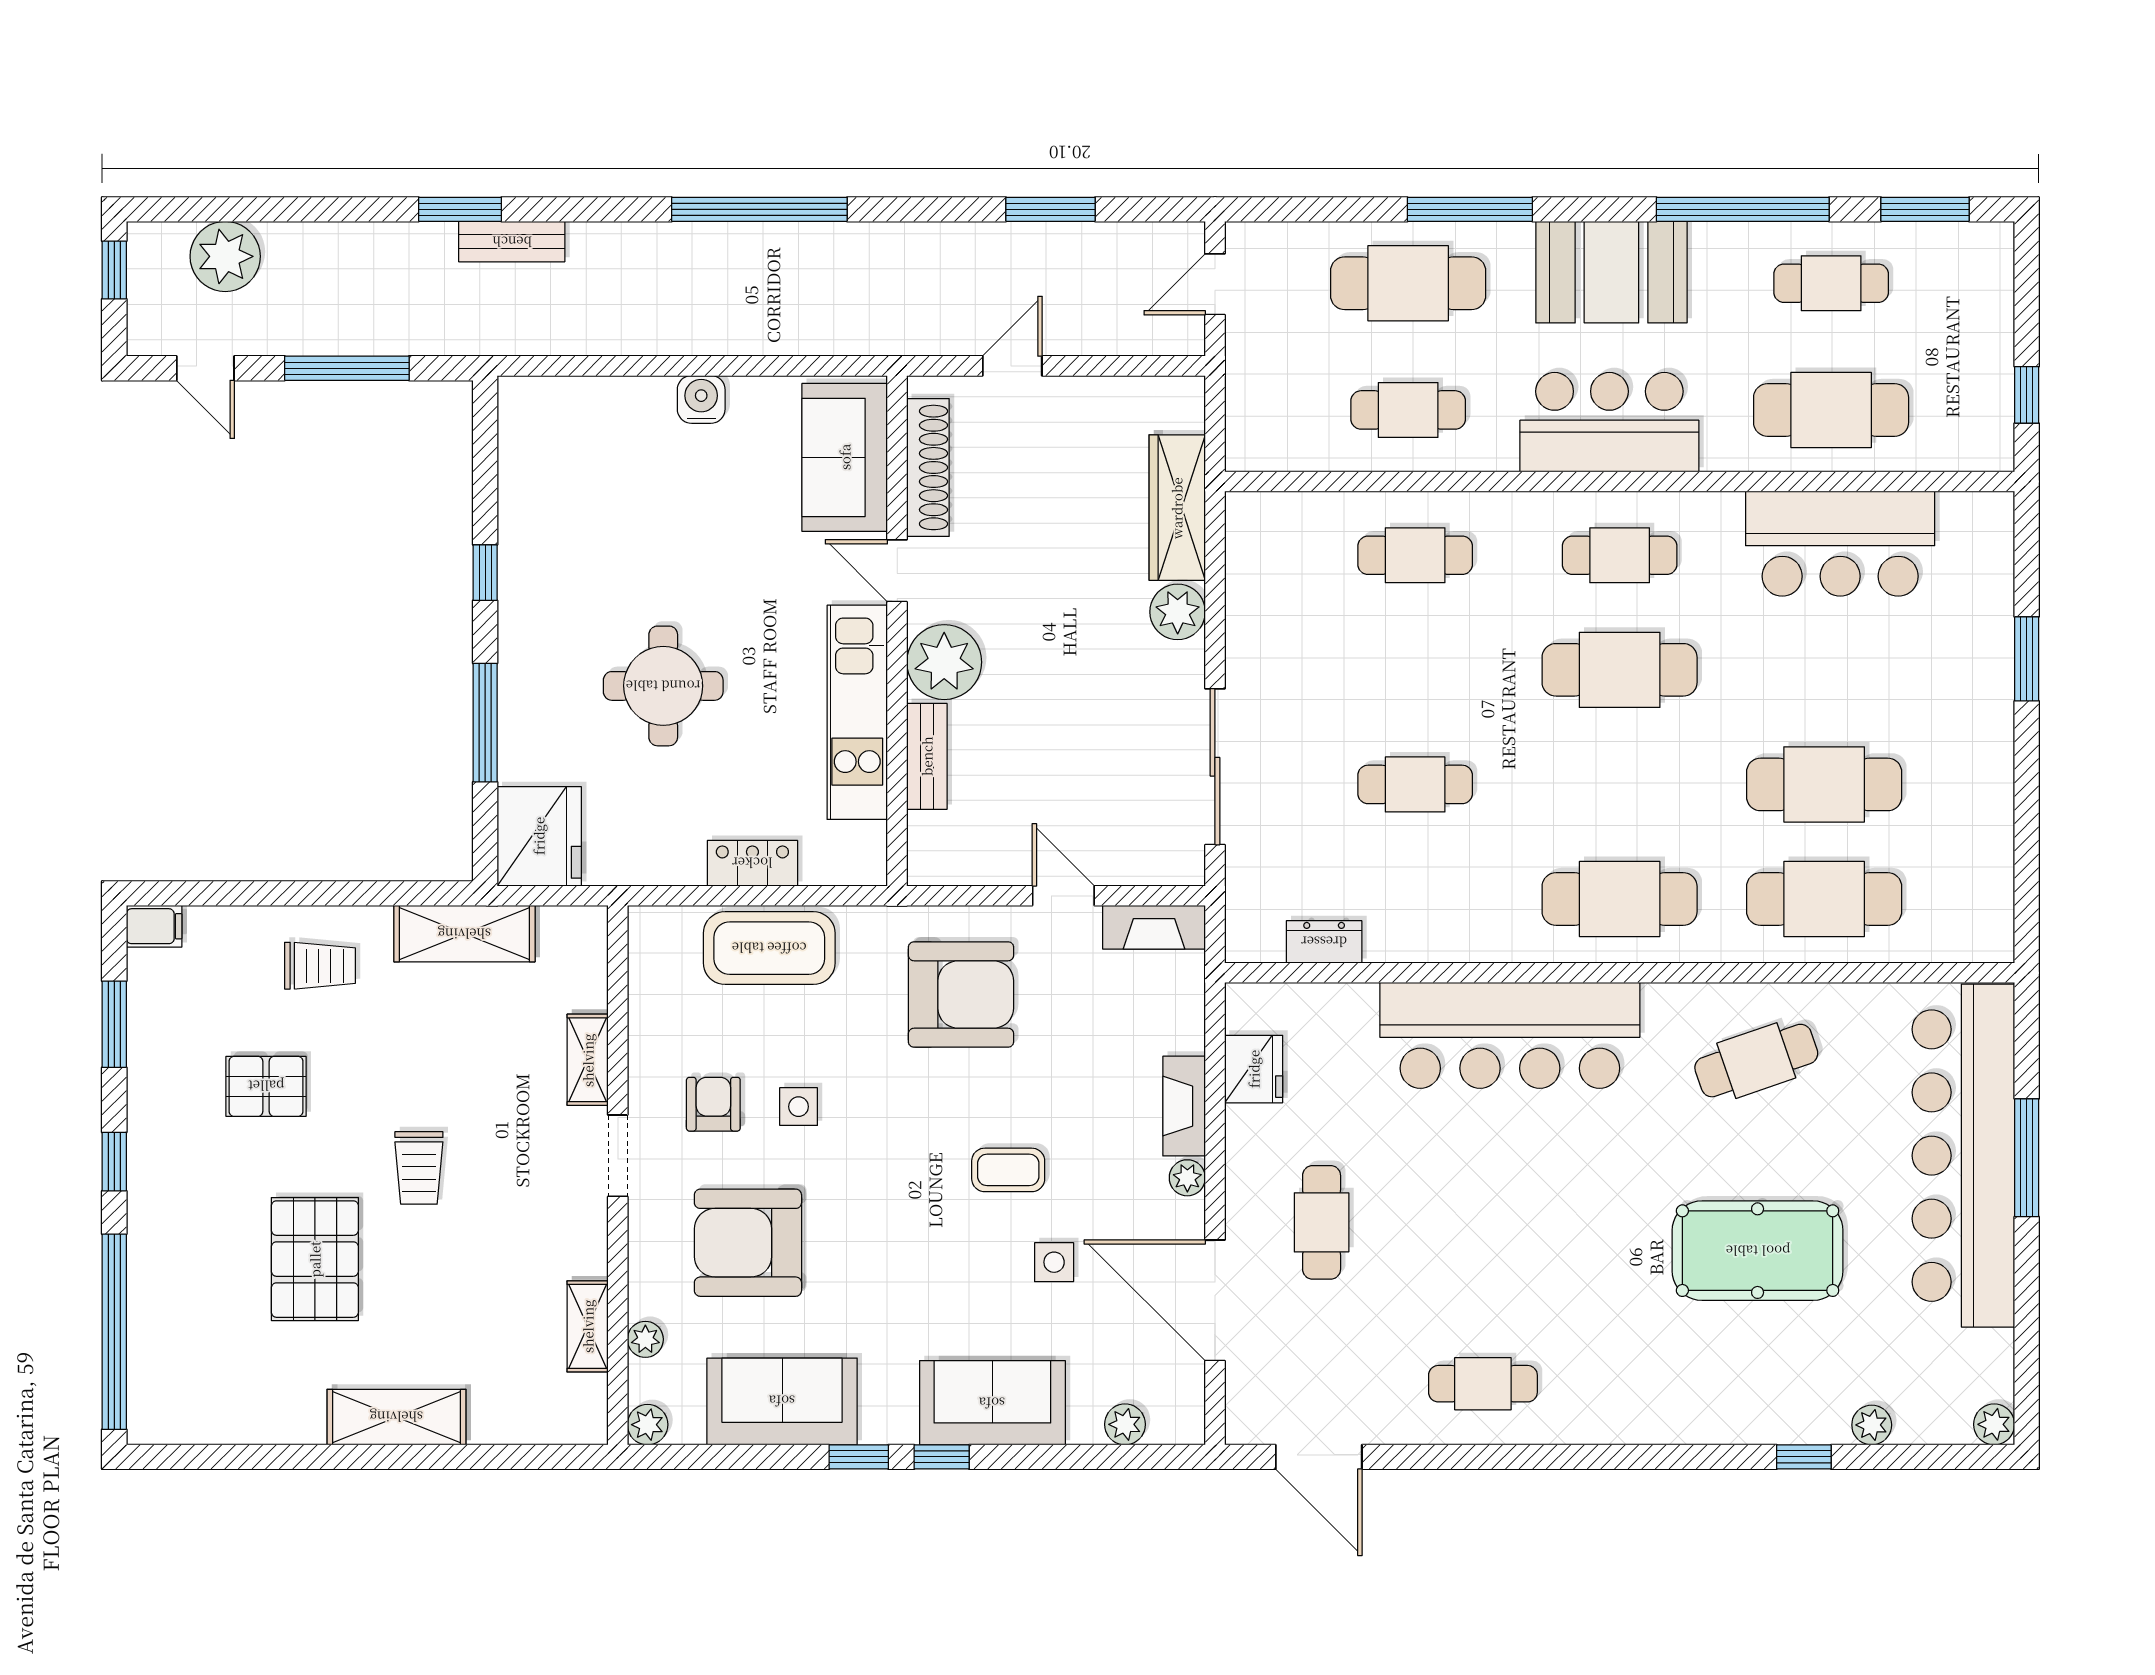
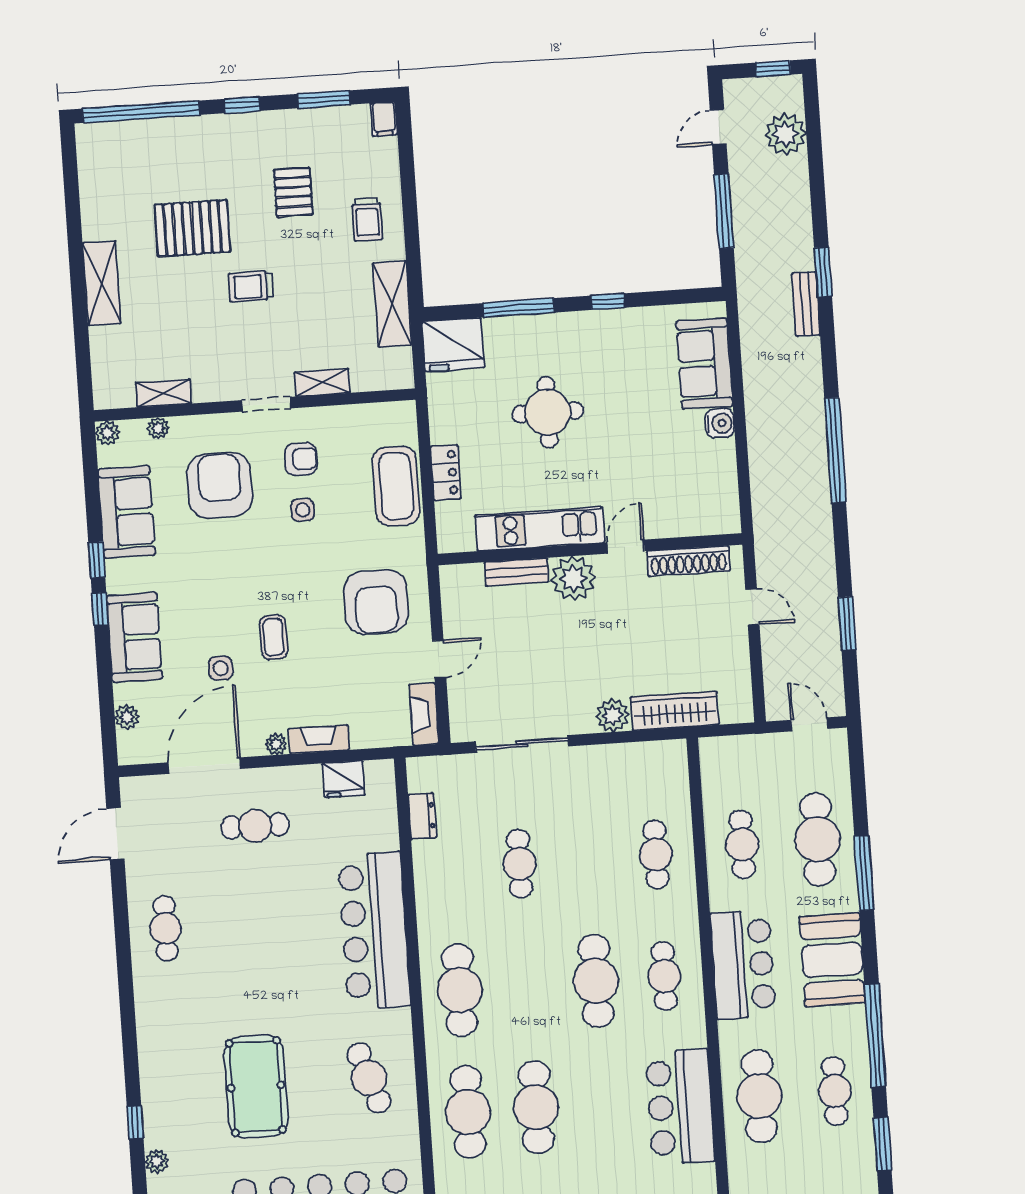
sofa: (845, 457) -> (704, 363), moved, turned -90

